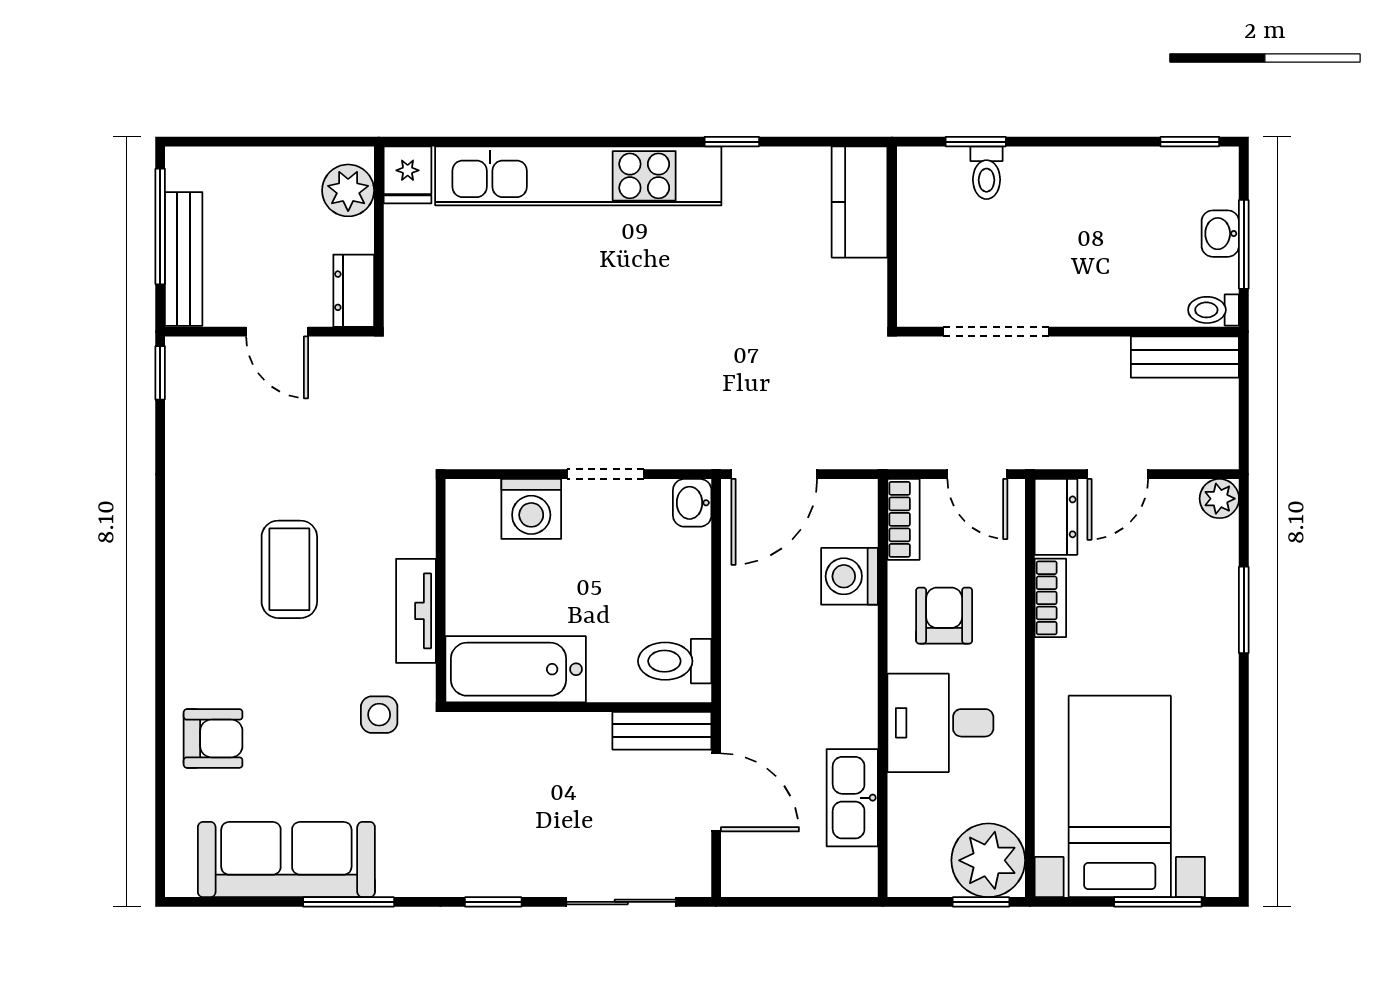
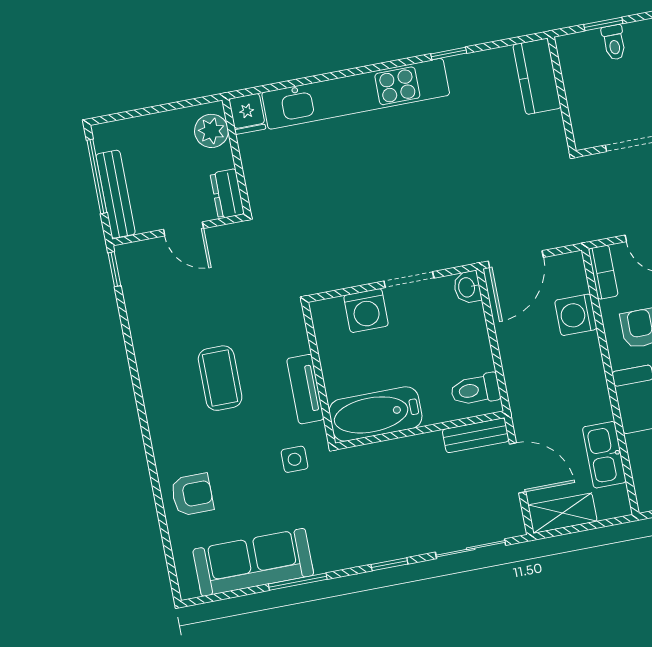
shelving: (772, 874) -> (563, 513), added

